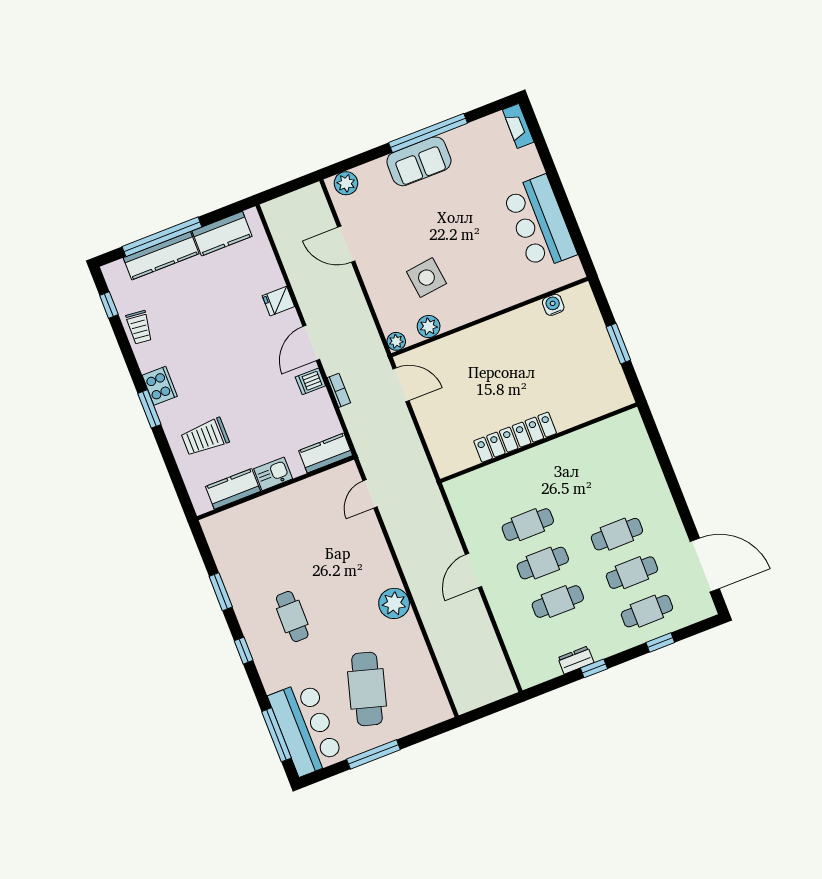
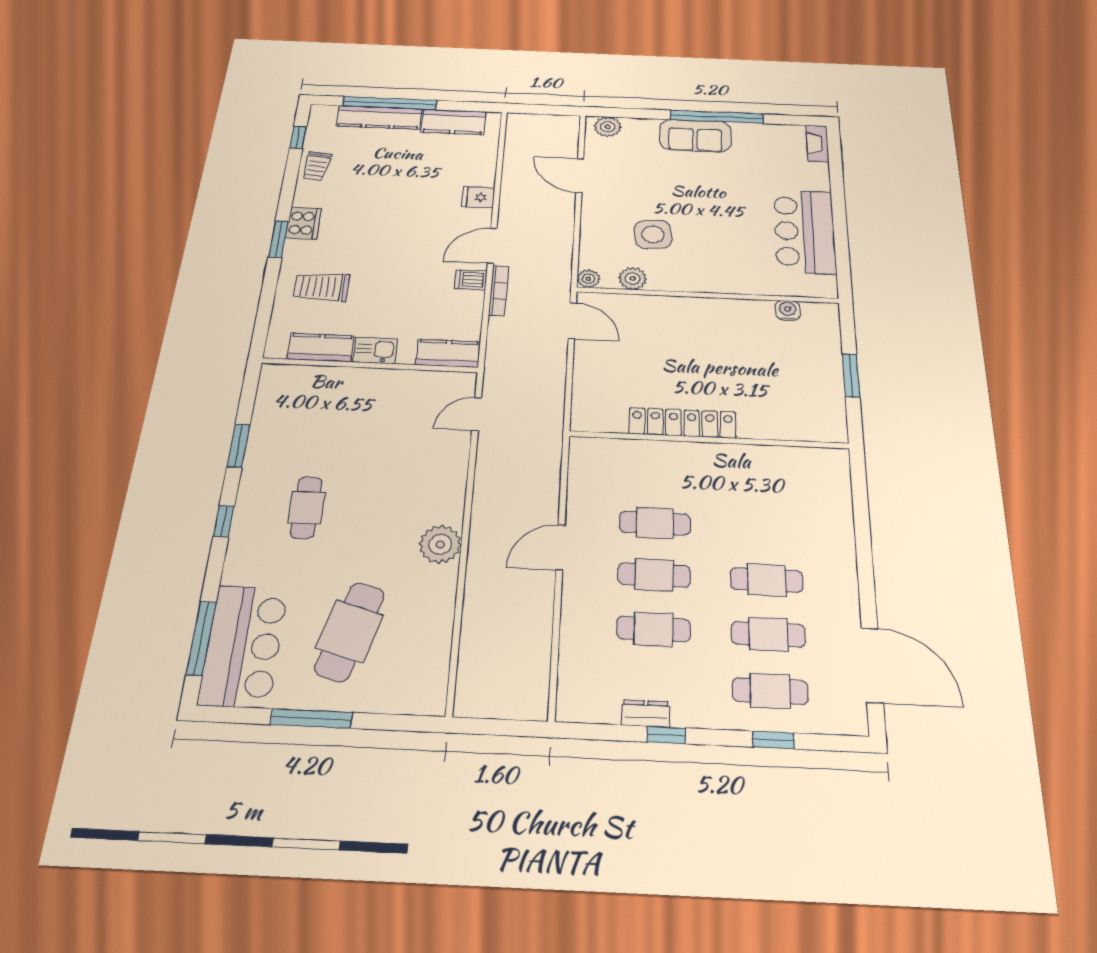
bookcase: (339, 390) -> (499, 291), width x1.56

